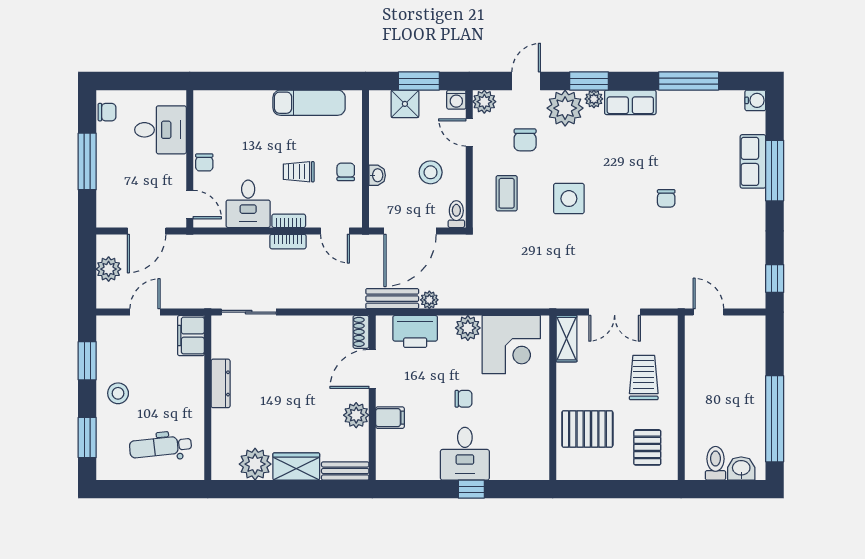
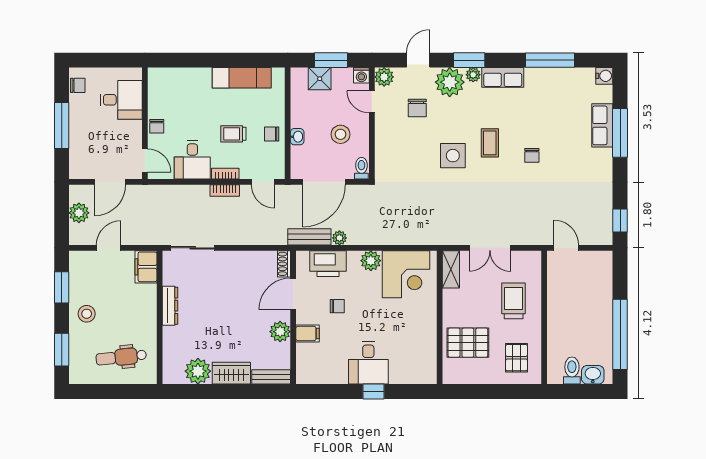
chair: (346, 172) -> (272, 134), turned -90
coffee table: (507, 193) -> (490, 143), moved
chair: (464, 399) -> (337, 306), moved

